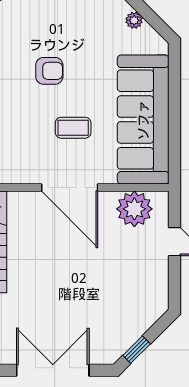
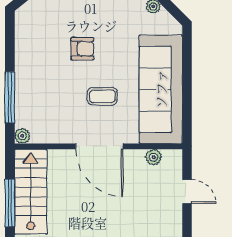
plant: (134, 209) -> (154, 157), width x0.53, depth x0.53

